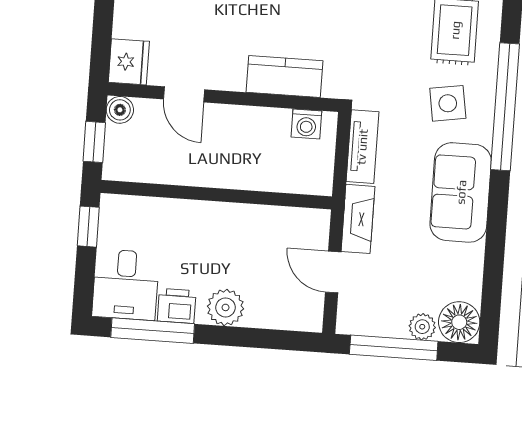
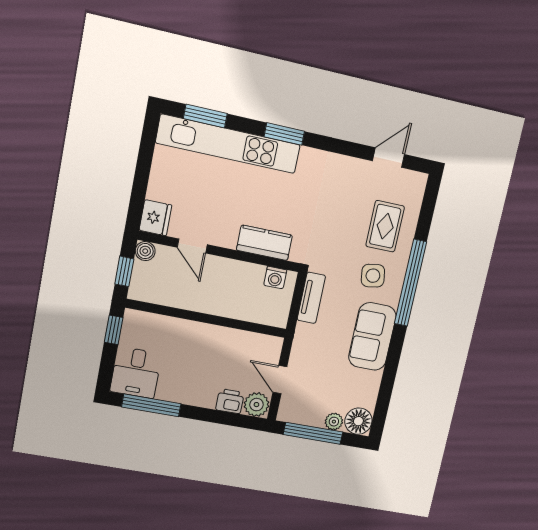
fireplace: (358, 219) -> (301, 346), removed
printer: (177, 306) -> (230, 401), moved
plant: (226, 307) -> (256, 405), moved

